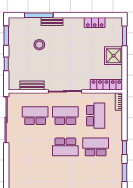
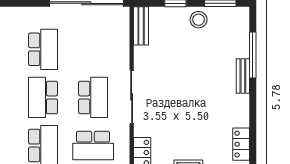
stool: (39, 45) -> (199, 20), moved
bench: (32, 85) -> (141, 26), moved
school desk: (35, 116) -> (43, 49), moved

